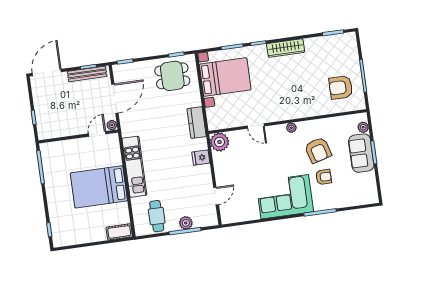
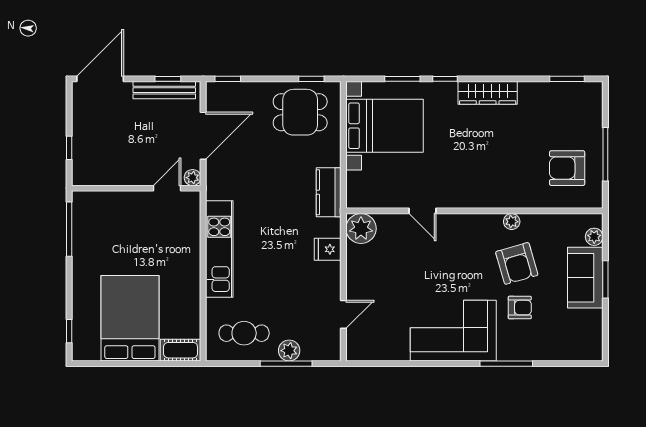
plant: (291, 128) -> (512, 222), moved
bed: (99, 187) -> (130, 318), moved, turned 90
cafe table: (157, 216) -> (244, 333), turned 90

